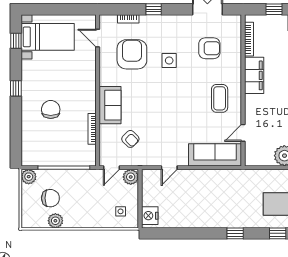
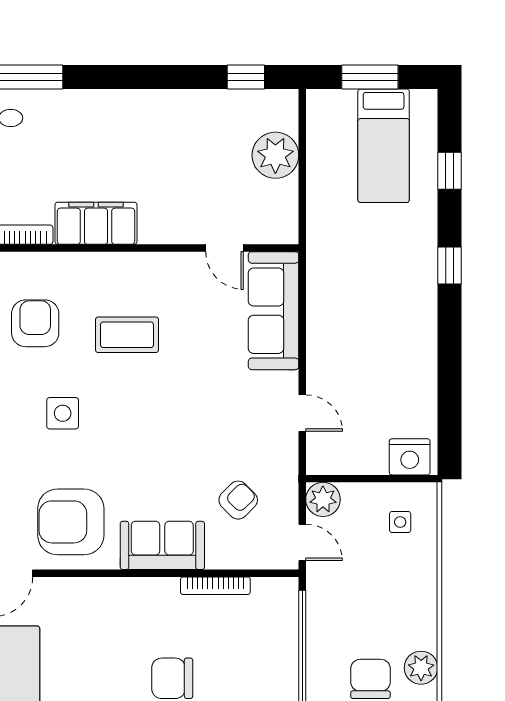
armchair: (132, 54) -> (71, 522), moved
coffee table: (220, 98) -> (127, 335), moved

